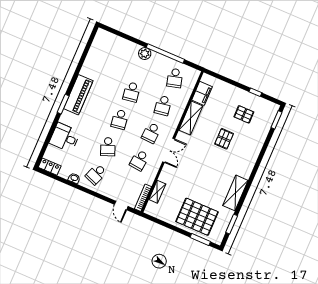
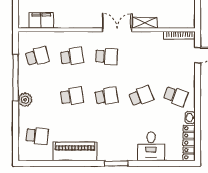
piano: (78, 95) -> (75, 151), moved
shelving: (191, 118) -> (73, 21), removed
school desk: (139, 160) -> (37, 136), moved
locker: (50, 167) -> (189, 143), width x1.53
shelving: (157, 192) -> (145, 23), moved

